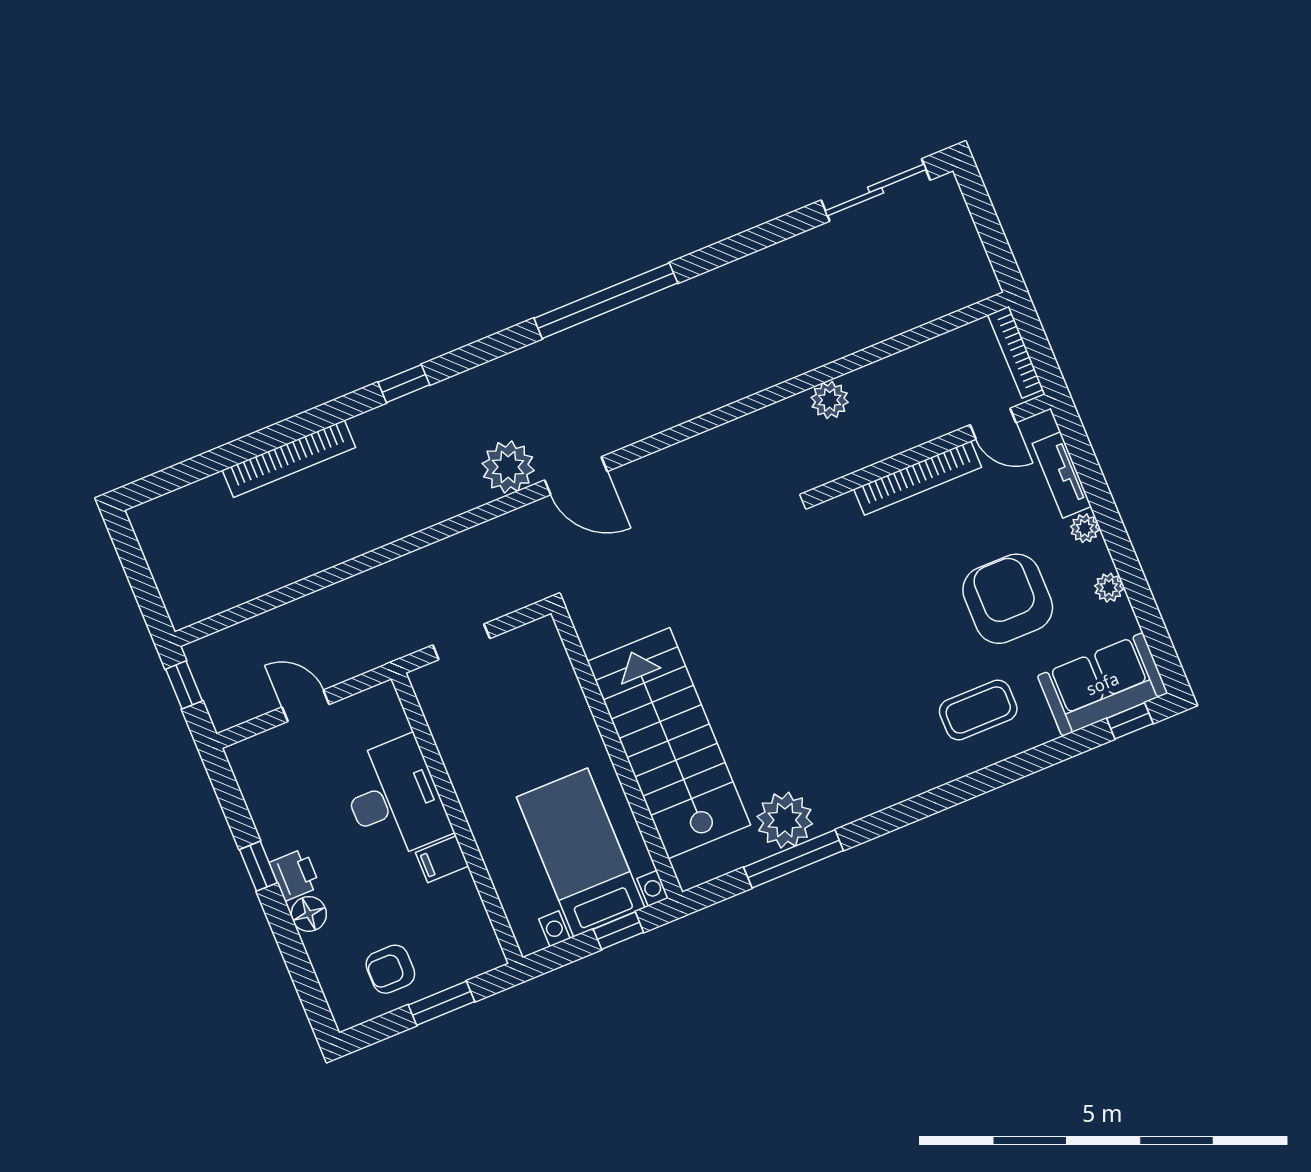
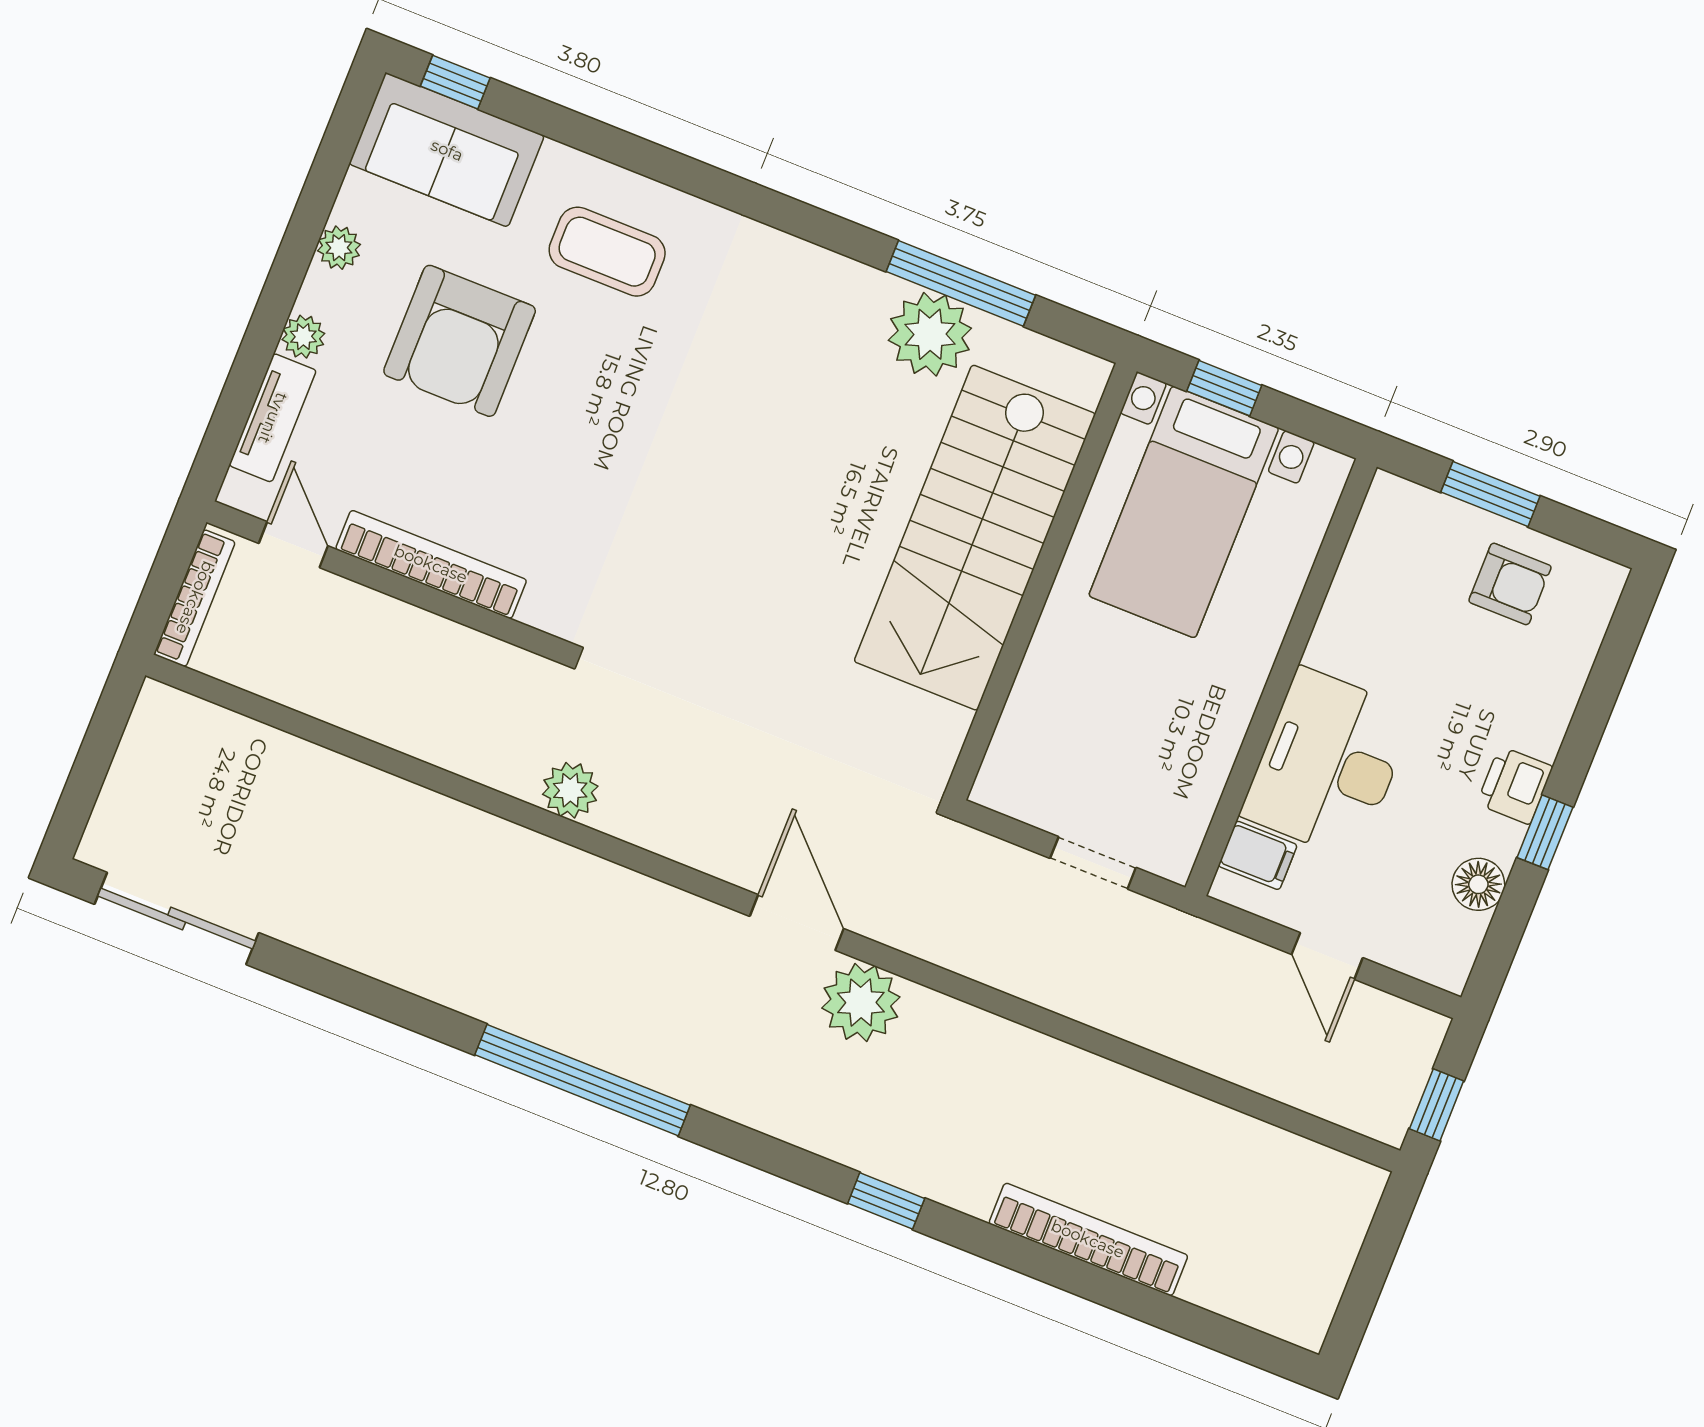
plant: (830, 400) -> (570, 790), moved
filing cabinet: (442, 859) -> (1258, 855), moved
floor lamp: (309, 914) -> (1478, 884), moved

